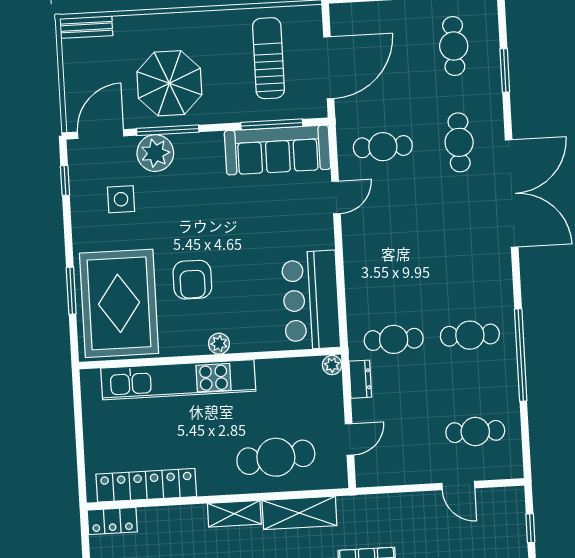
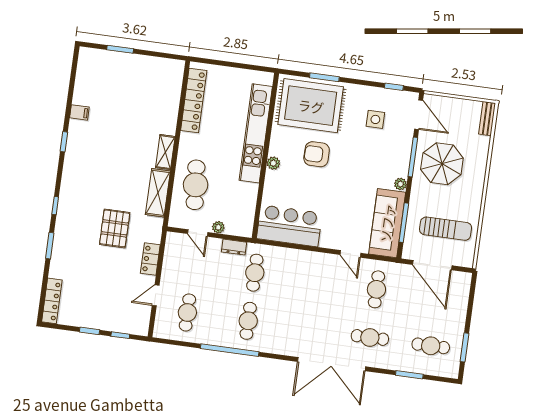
plant: (155, 153) -> (400, 184), moved, width x0.53, depth x0.53
plant: (332, 365) -> (218, 227), moved
locker: (112, 521) -> (150, 259), moved

